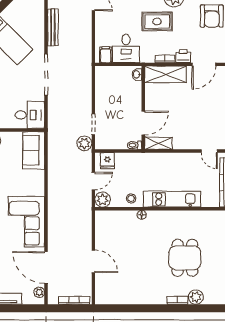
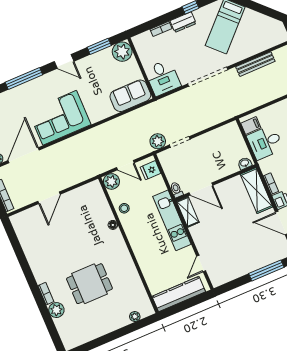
kitchen unit: (172, 199) -> (172, 220), moved, turned 180

